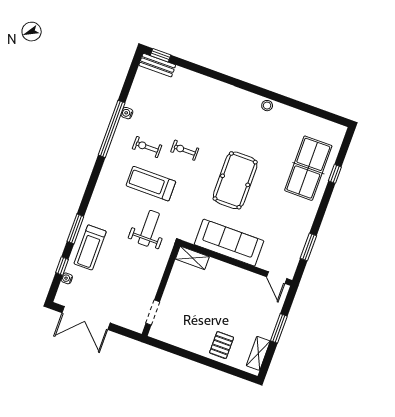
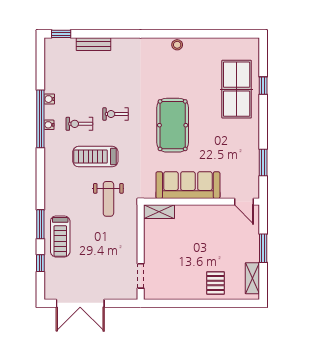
bench: (157, 65) -> (93, 44), moved
weight bench: (149, 228) -> (108, 199), turned 180
water cooler: (67, 278) -> (49, 125), moved

